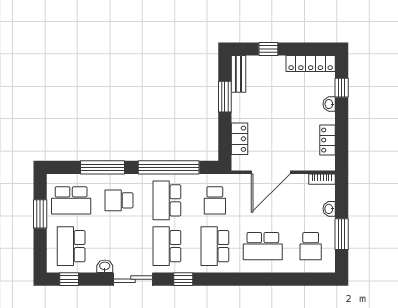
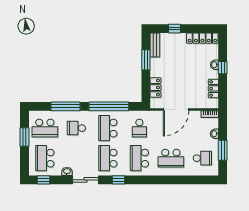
window: (342, 88) -> (223, 68), moved
school desk: (311, 246) -> (202, 158), turned -90

